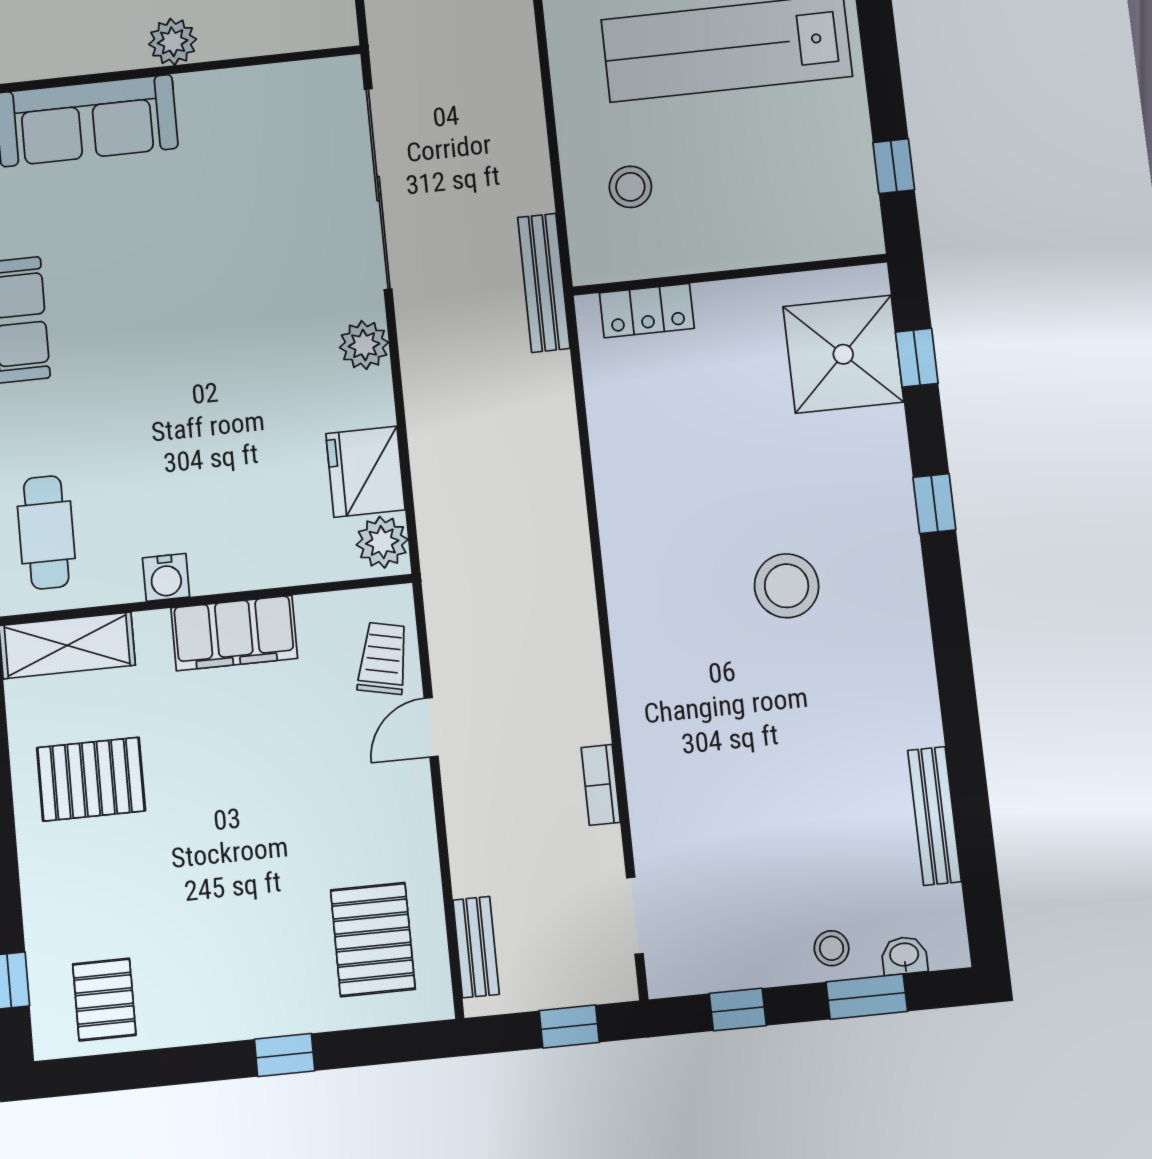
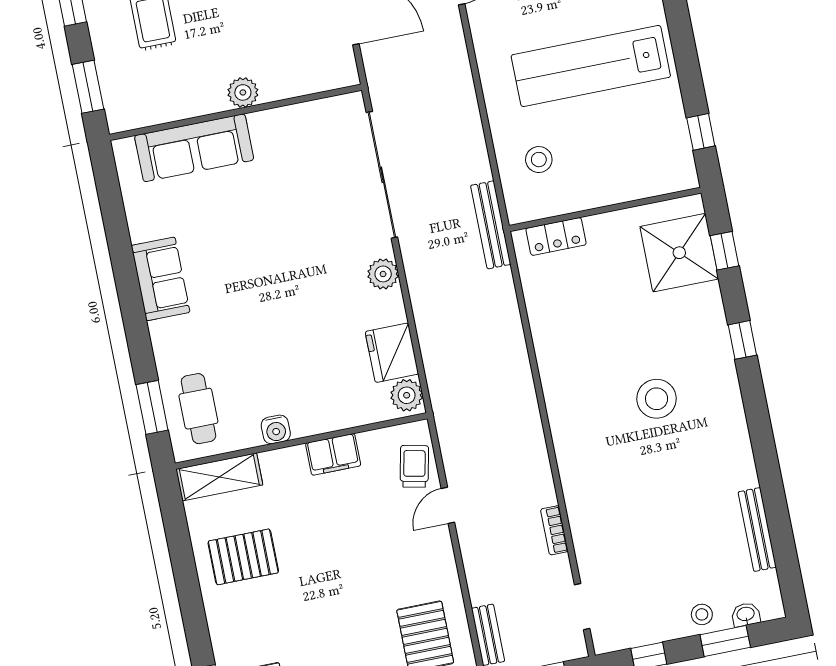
filing cabinet: (234, 633) -> (333, 454), width x0.67, depth x0.86

